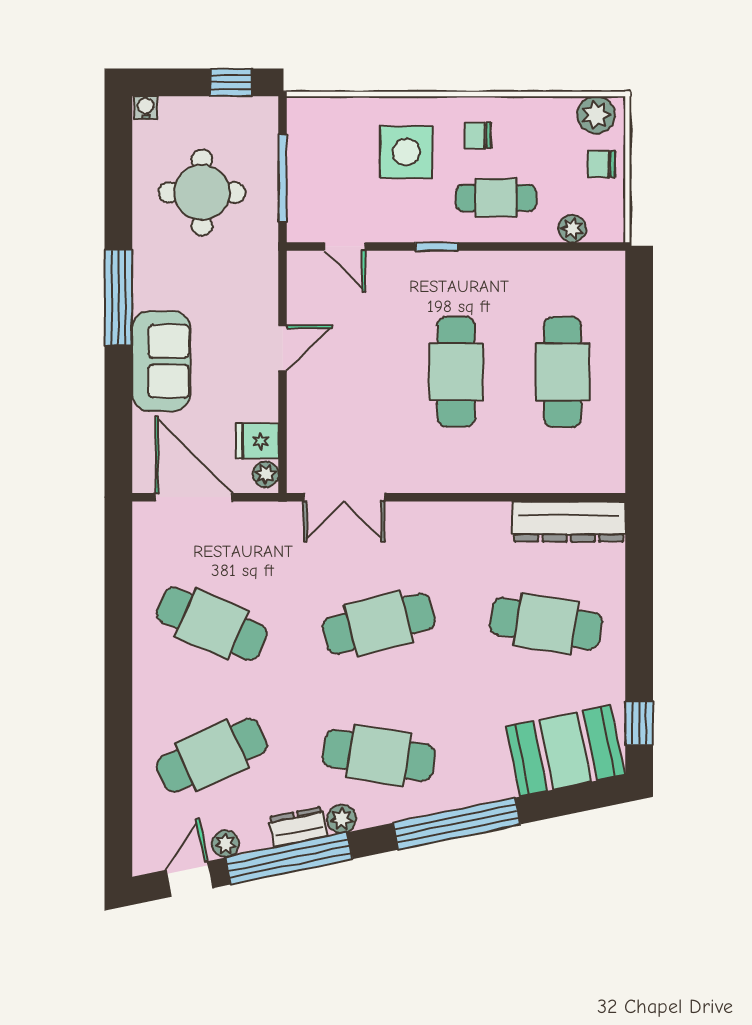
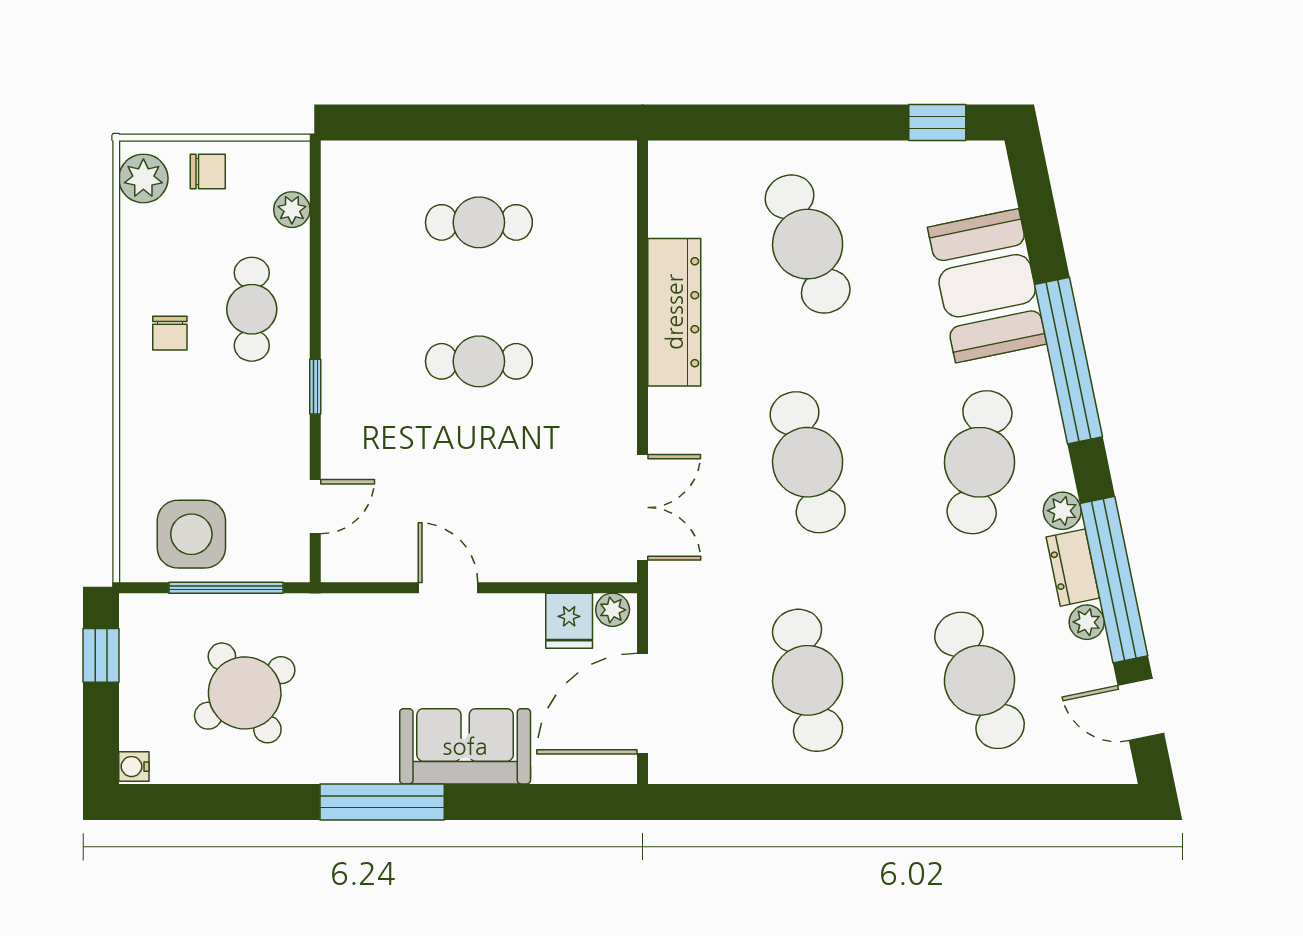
side table: (406, 152) -> (191, 534), moved
chair: (602, 164) -> (208, 171), turned -90
round table: (202, 192) -> (245, 693), turned -32
cafe table: (456, 372) -> (479, 361), width x0.73, depth x0.74
cafe table: (563, 372) -> (479, 222), width x0.73, depth x0.74
dresser: (569, 522) -> (674, 312), moved
cafe table: (212, 624) -> (808, 680), turned -36
cafe table: (546, 624) -> (808, 244), turned -30
booth: (565, 751) -> (987, 286), moved
plant: (225, 844) -> (1087, 622), moved

